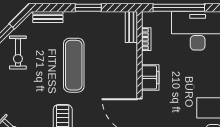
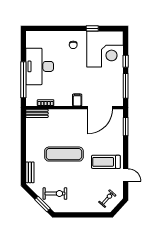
window: (88, 8) -> (23, 144), removed
filing cabinet: (150, 77) -> (77, 100), width x0.50

